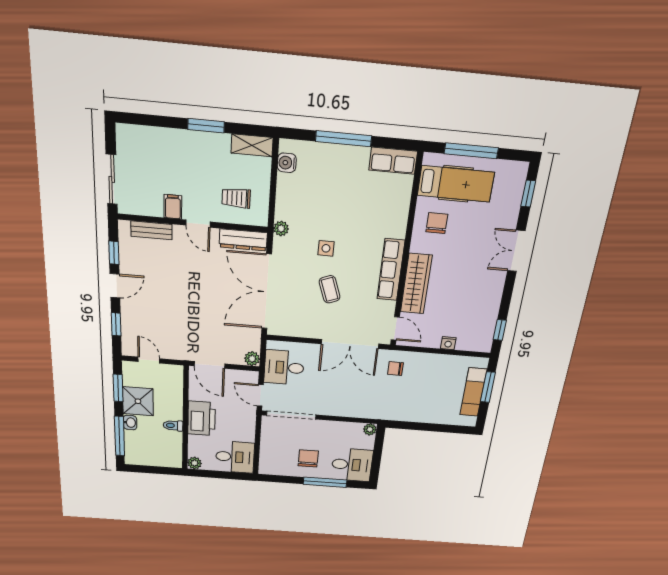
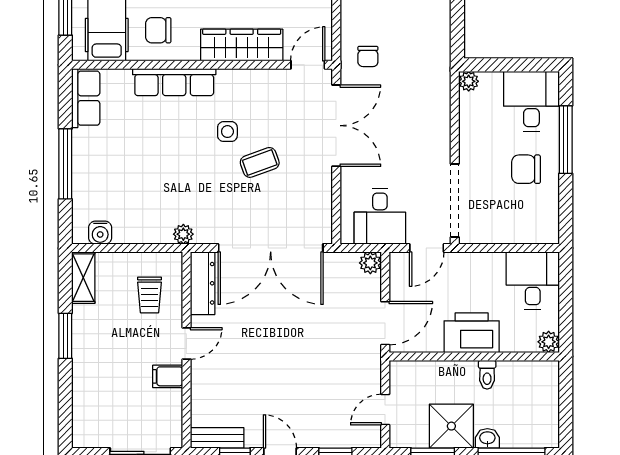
bench: (151, 230) -> (217, 438), moved, turned 90
side table: (326, 248) -> (227, 132), moved
row of seats: (391, 270) -> (174, 82), moved

